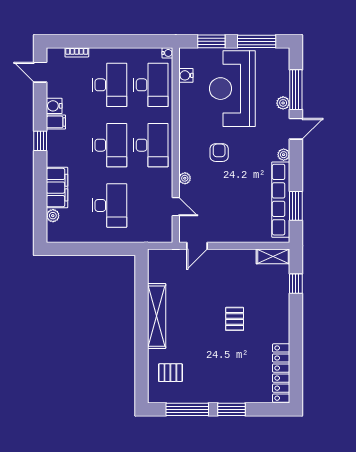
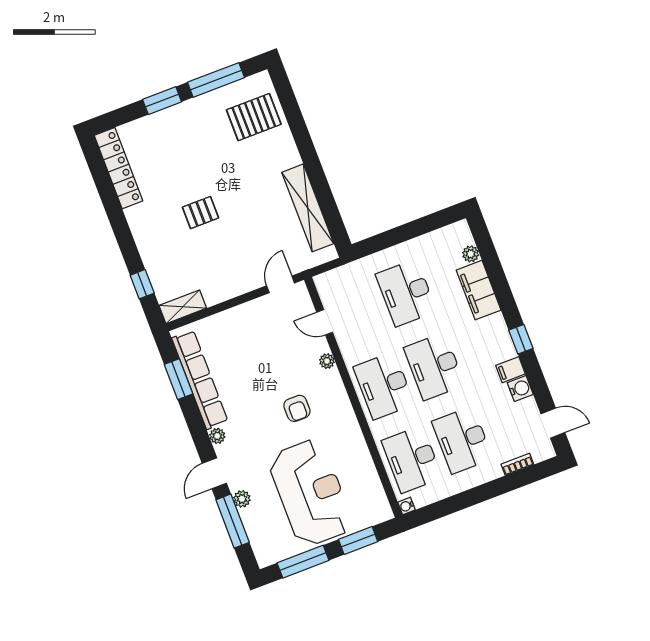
water cooler: (186, 75) -> (373, 487), removed
shelving: (157, 316) -> (308, 208), moved
pallet: (235, 319) -> (201, 213), turned 90
pallet: (170, 373) -> (254, 117), width x1.50, depth x1.42

